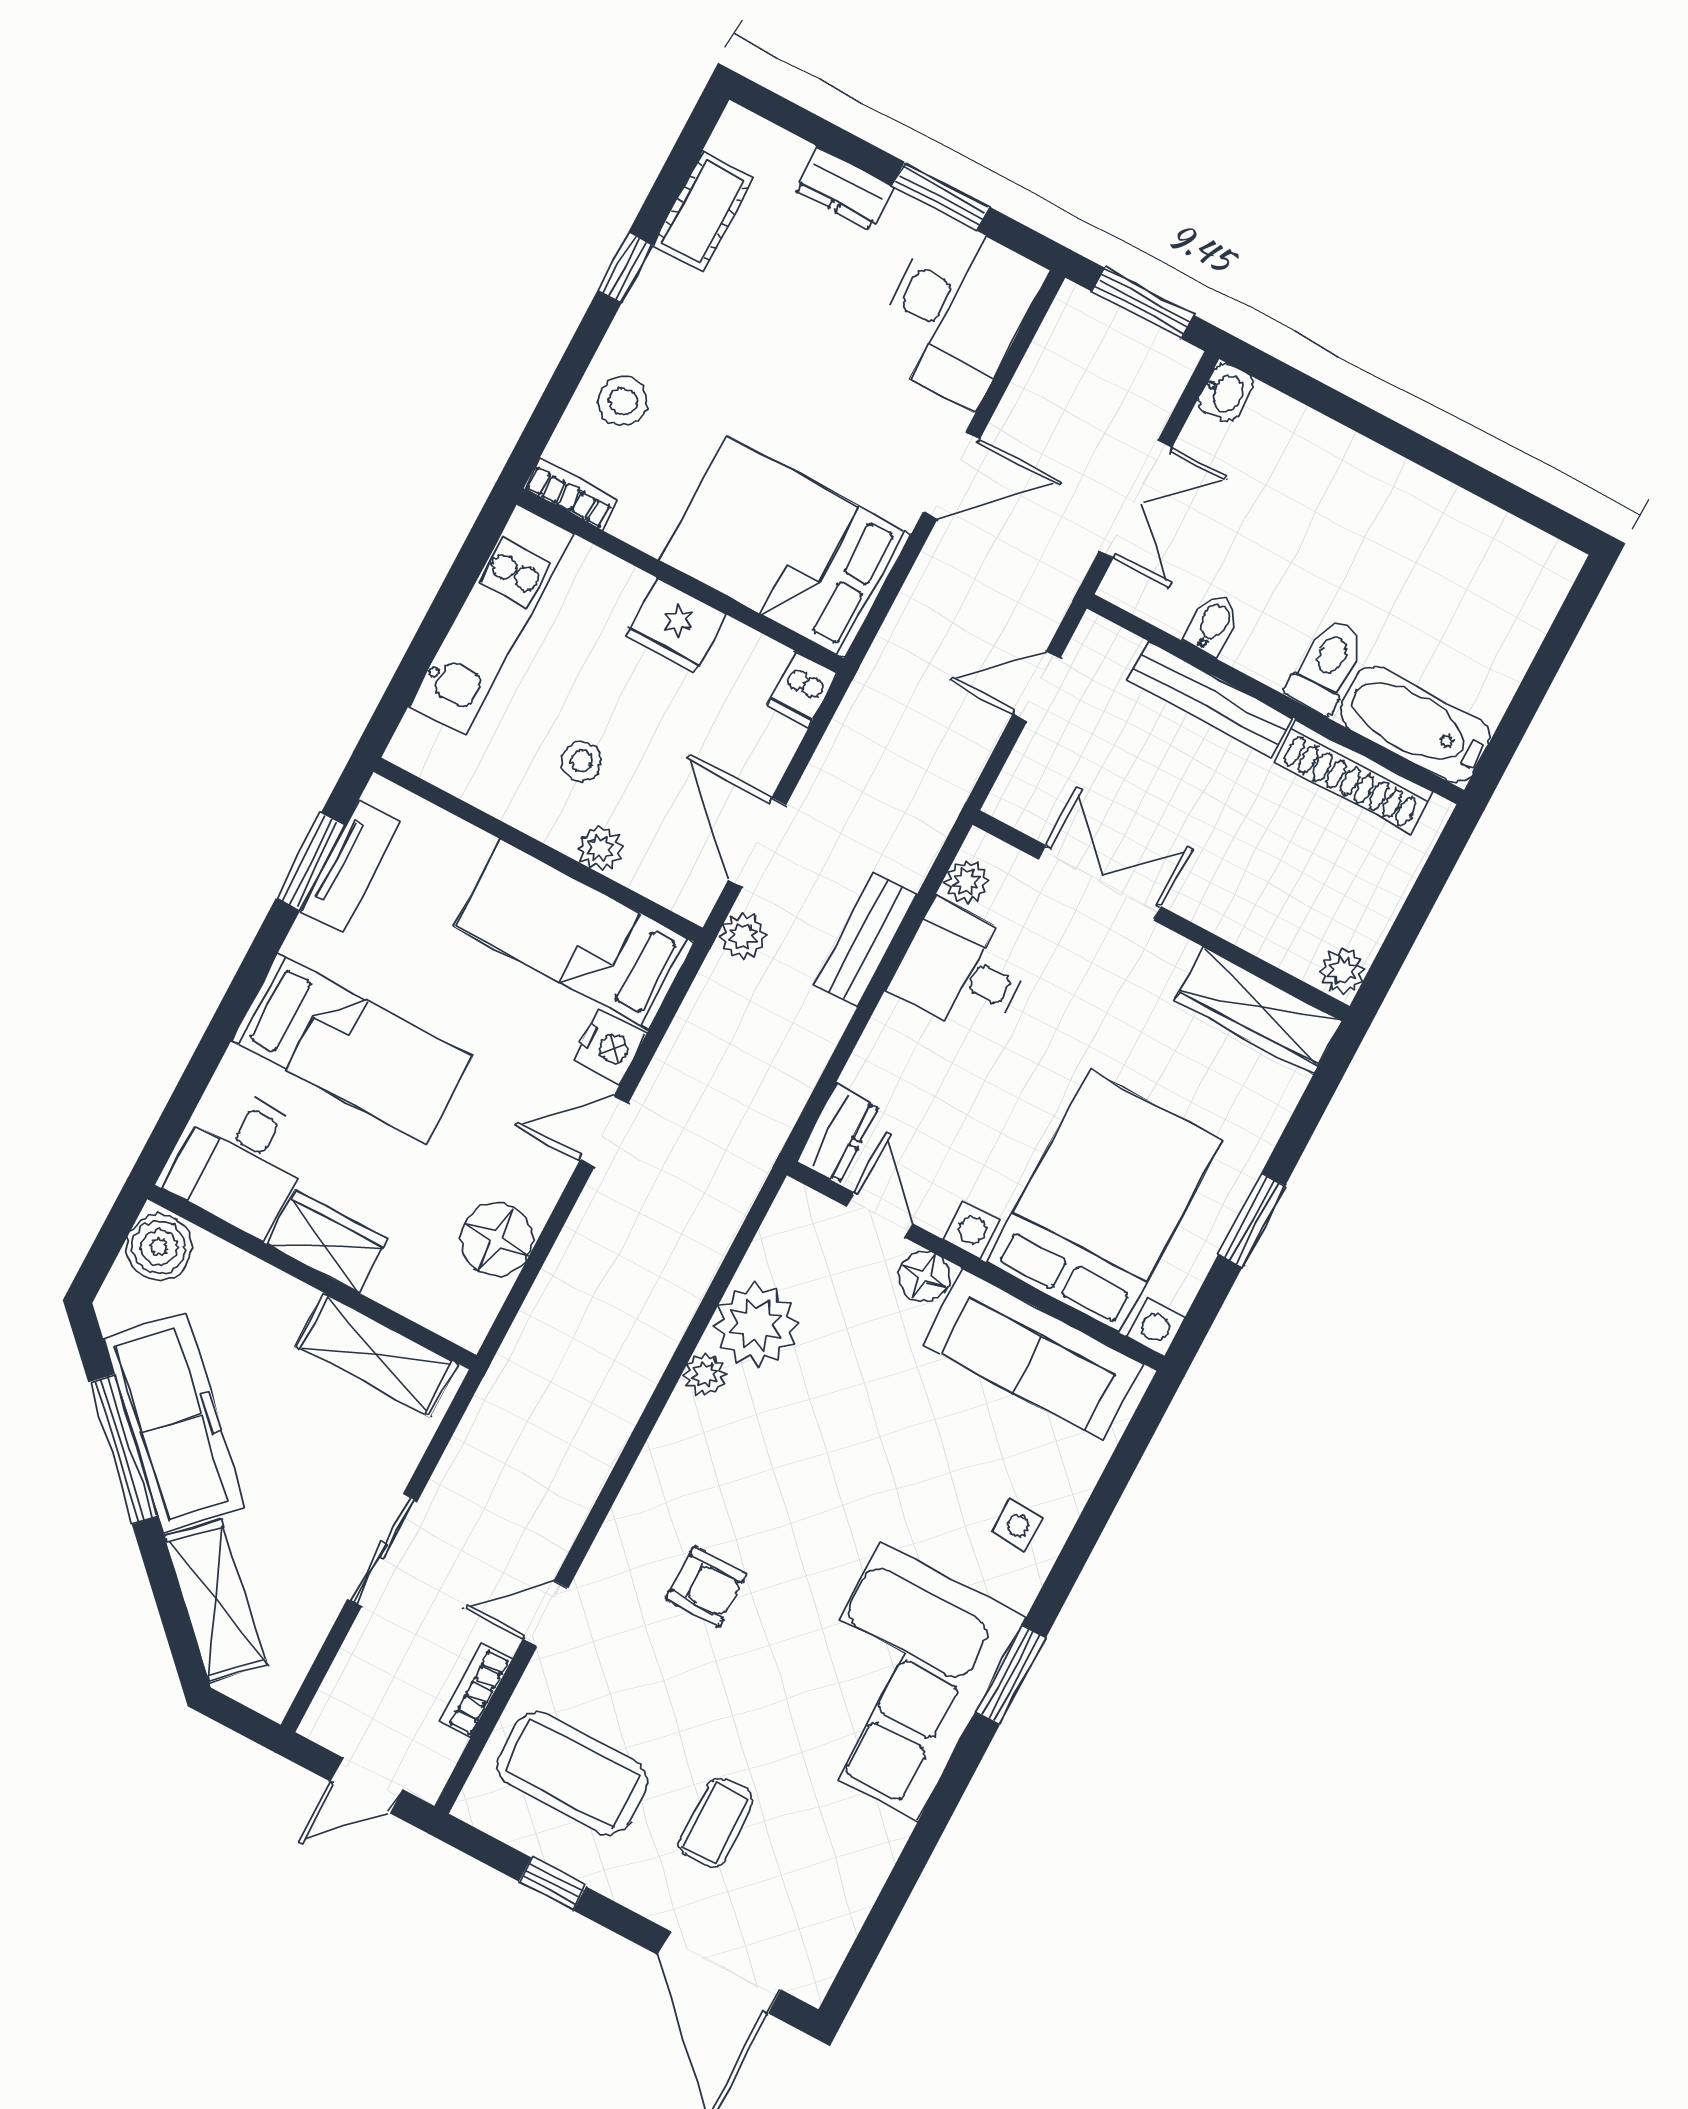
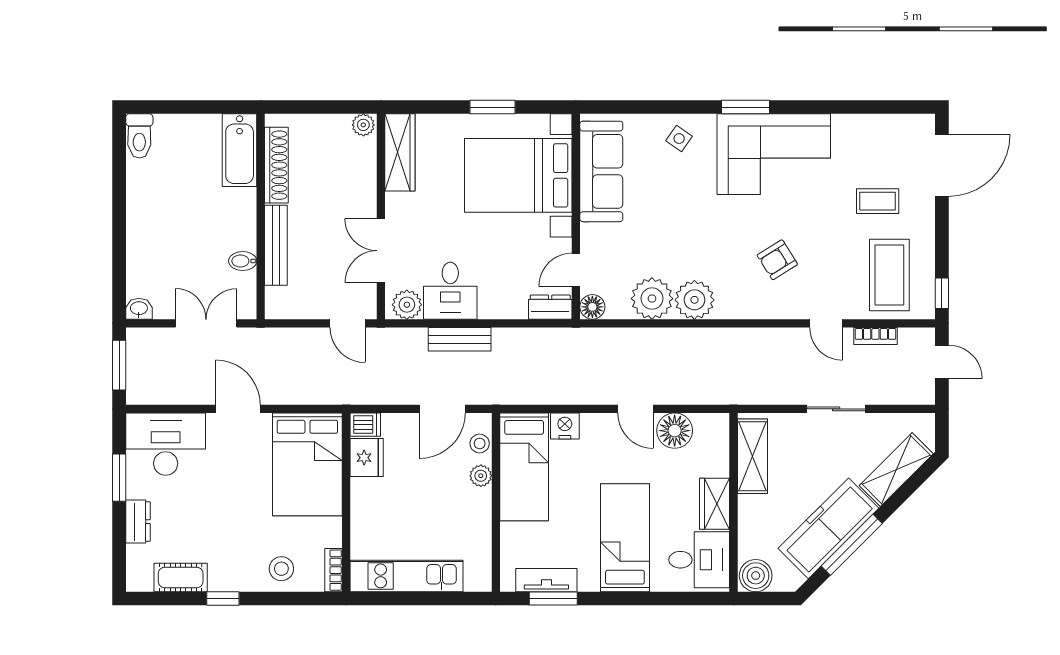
fridge: (676, 626) -> (367, 458), moved
toilet: (1326, 666) -> (139, 136), moved, turned -90
door: (1037, 686) -> (348, 323), moved
stool: (582, 761) -> (480, 443), moved
plant: (967, 882) -> (407, 305), width x1.38, depth x1.38
plant: (743, 936) -> (486, 393), removed
door: (604, 1132) -> (635, 409), moved
floor lamp: (924, 1277) -> (592, 307), moved
plant: (705, 1375) -> (694, 300), width x1.87, depth x1.87
side table: (1018, 1525) -> (679, 139), turned 35
armchair: (706, 1587) -> (777, 260), turned -122
window: (552, 1884) -> (942, 293), moved

